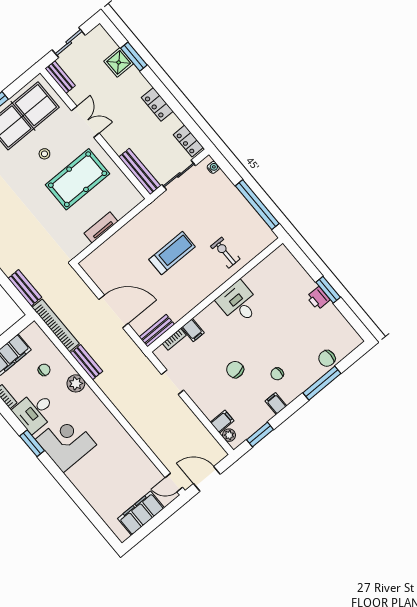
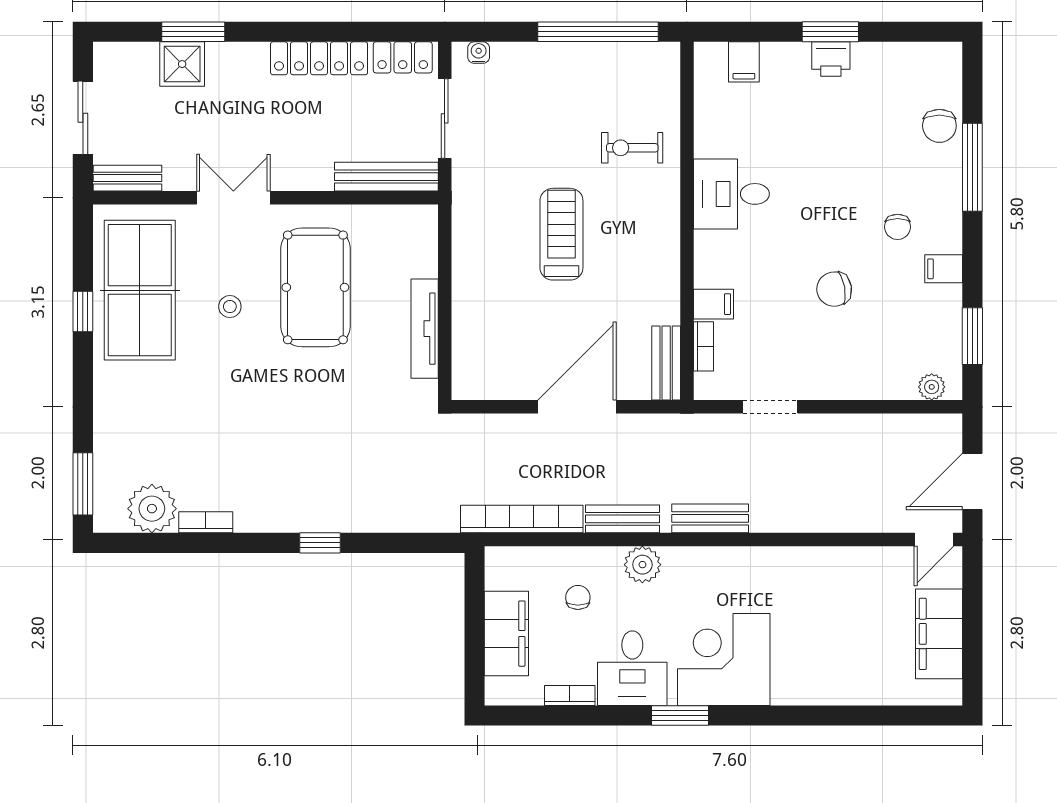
locker: (157, 104) -> (319, 58), width x1.53
tv unit: (101, 227) -> (425, 329), width x1.41
bench: (25, 288) -> (710, 518), moved
filing cabinet: (222, 422) -> (744, 62), moved, turned 180

